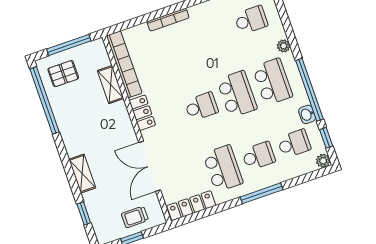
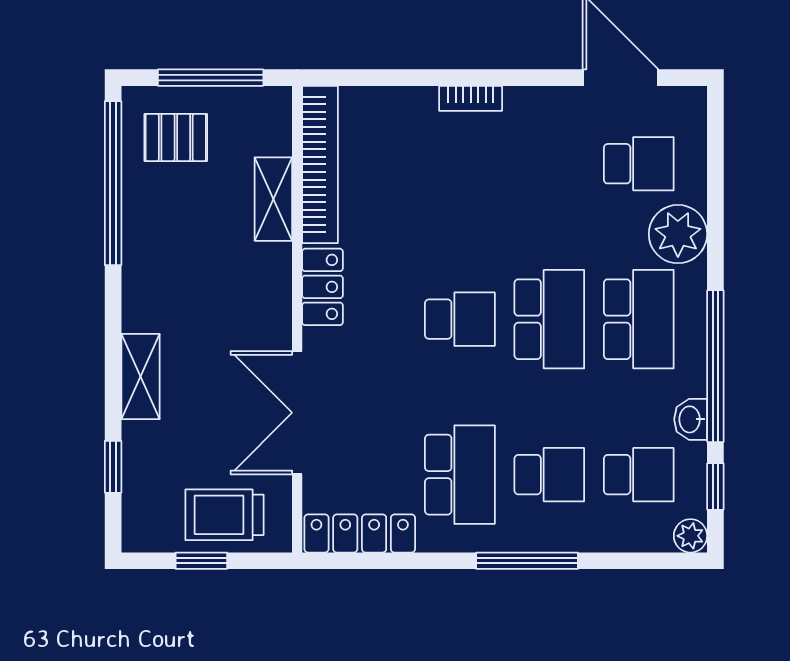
bookcase: (168, 20) -> (471, 98), width x0.64
plant: (284, 46) -> (678, 234), width x1.87, depth x1.87
trolley: (135, 217) -> (224, 515), width x1.36, depth x1.39

